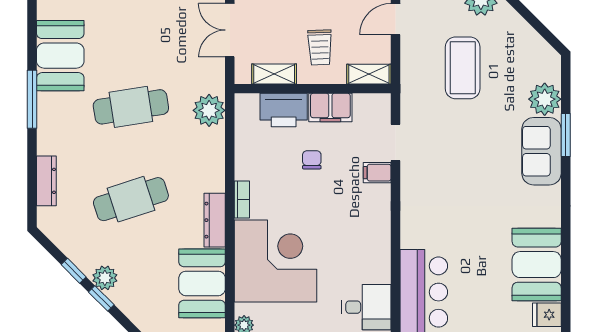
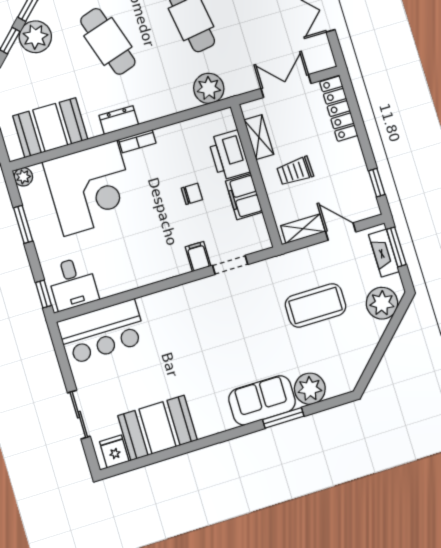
shelving: (369, 74) -> (303, 229), moved, turned 90
dresser: (215, 220) -> (119, 120), width x0.70
plant: (105, 278) -> (35, 37), width x1.36, depth x1.36

